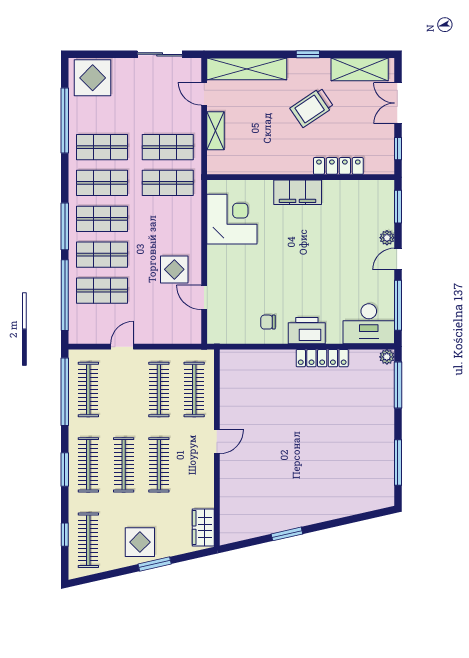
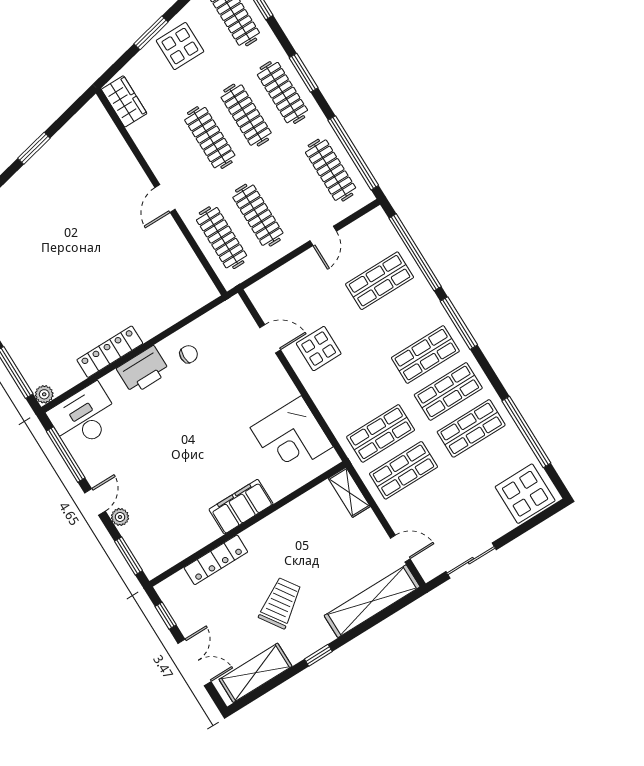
shelving: (215, 131) -> (349, 492), moved
shop shelf: (102, 255) -> (402, 318), removed

